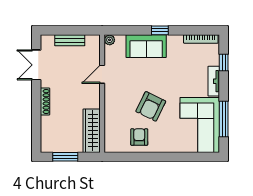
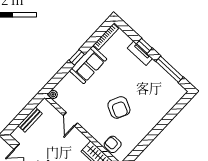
sofa: (146, 46) -> (88, 65), moved
window: (224, 62) -> (144, 46), moved
corner sofa: (200, 125) -> (159, 88), removed
armchair: (139, 137) -> (113, 144), moved

